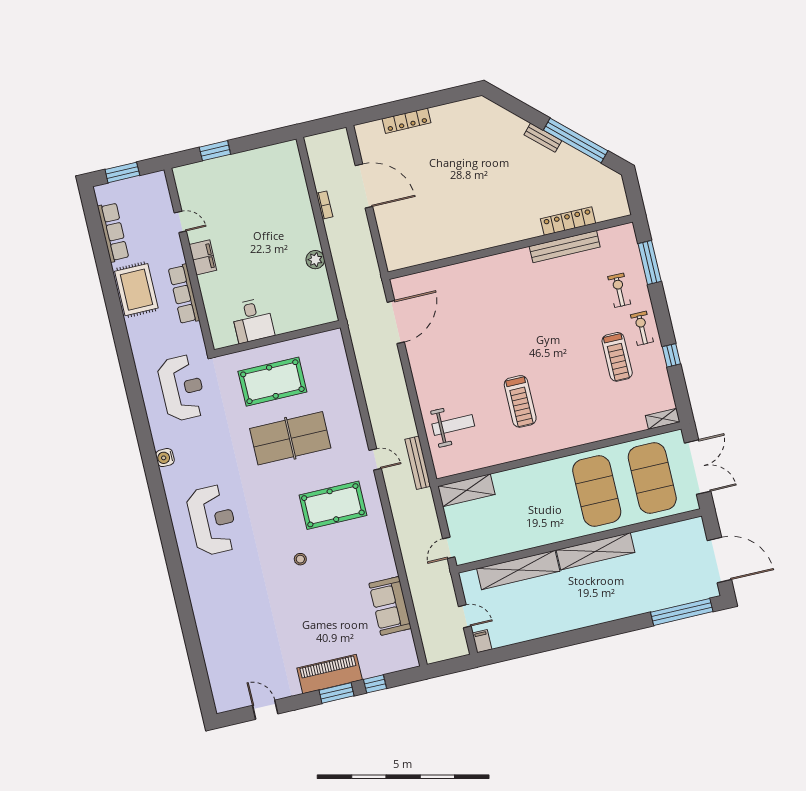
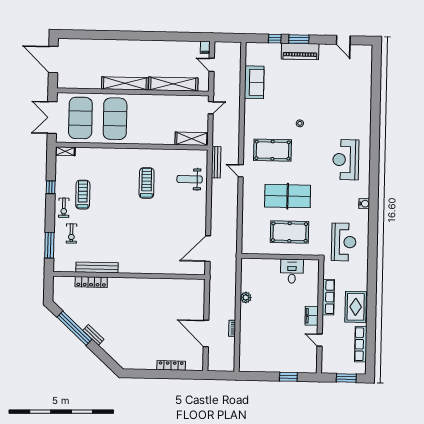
reception desk: (182, 388) -> (344, 242), turned 180
window: (682, 612) -> (83, 35), removed

